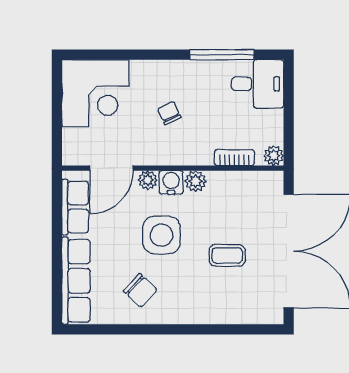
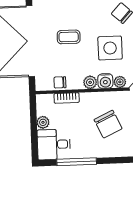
chair: (169, 113) -> (108, 124), width x1.87, depth x1.87
plant: (274, 156) -> (43, 122), moved
chair: (244, 183) -> (60, 82), added

